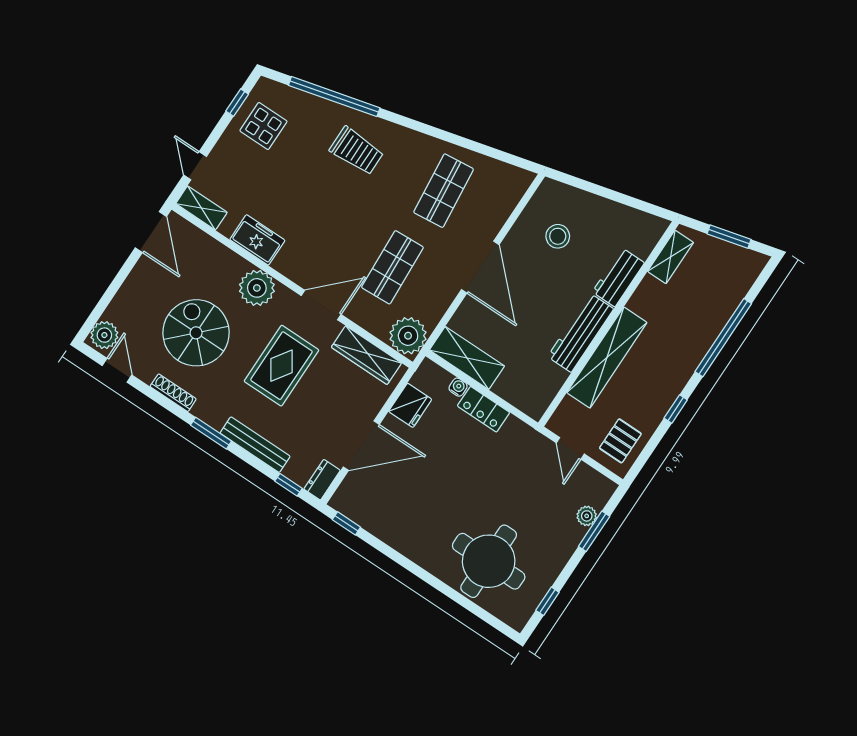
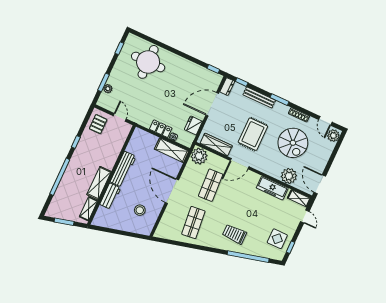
freezer: (257, 240) -> (272, 188), width x1.40
plant: (257, 288) -> (289, 176), moved
shelving: (607, 358) -> (99, 183), moved, width x0.68

